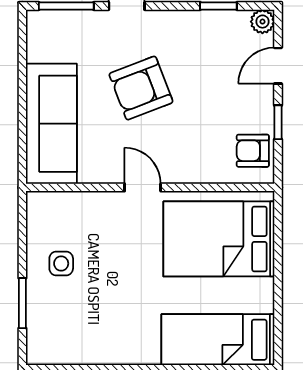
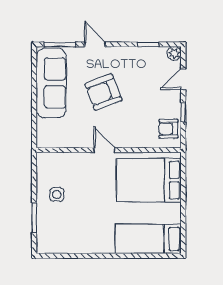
sofa: (51, 124) -> (51, 83), moved

